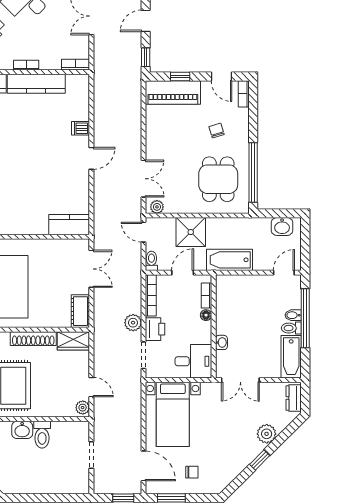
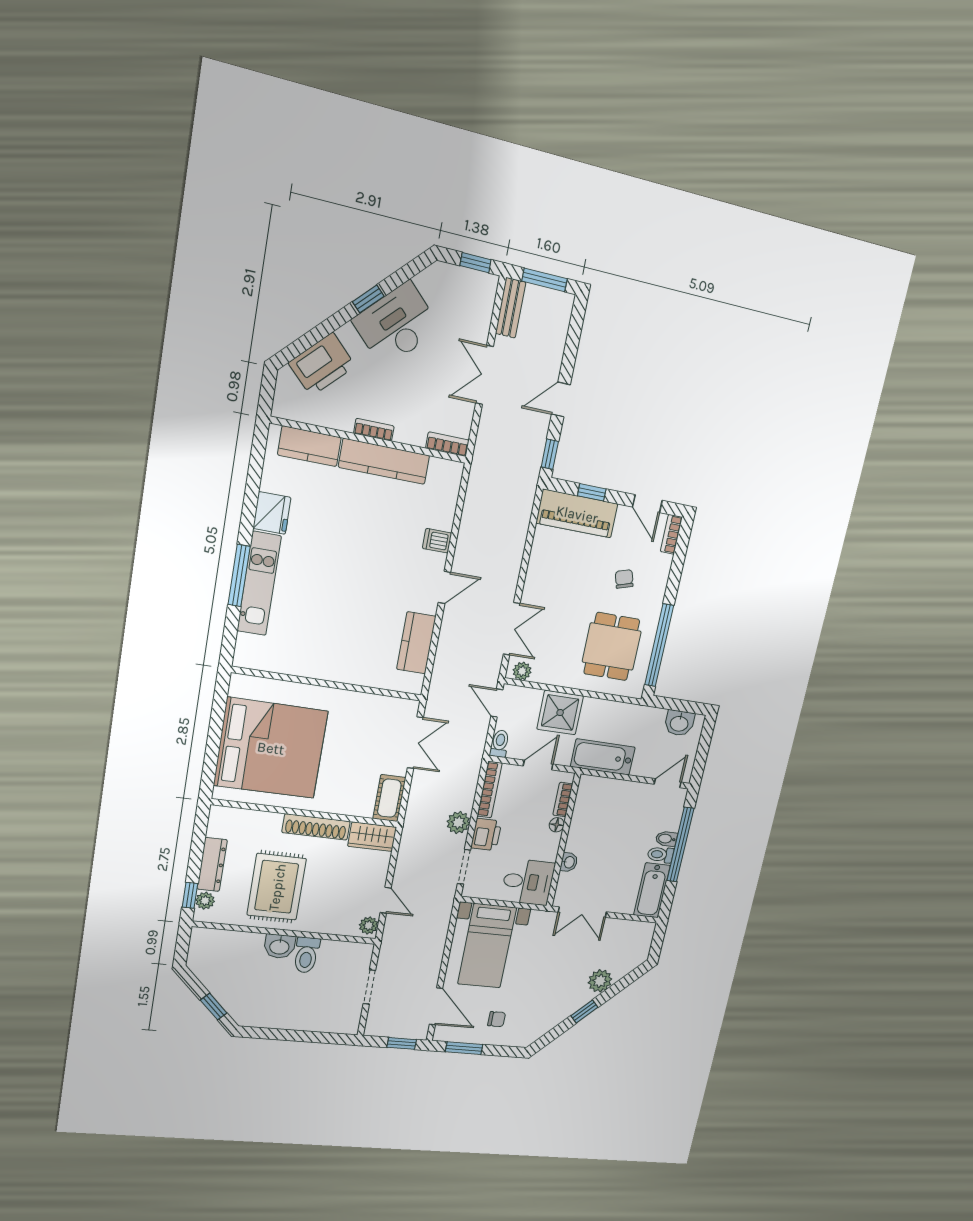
kitchen counter: (69, 225) -> (416, 643), moved, turned -90
dresser: (294, 398) -> (643, 941), removed

